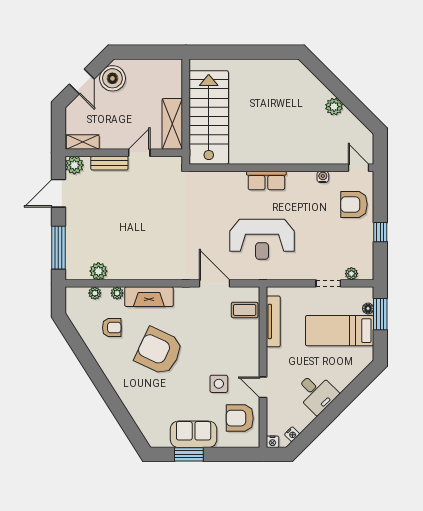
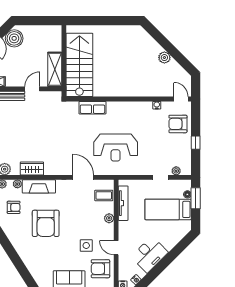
row of seats: (266, 181) -> (92, 108), moved
wardrobe: (139, 270) -> (32, 168), added
plant: (253, 344) -> (109, 218), added
armchair: (159, 351) -> (46, 223), turned -115
desk: (316, 393) -> (149, 255), width x1.37

